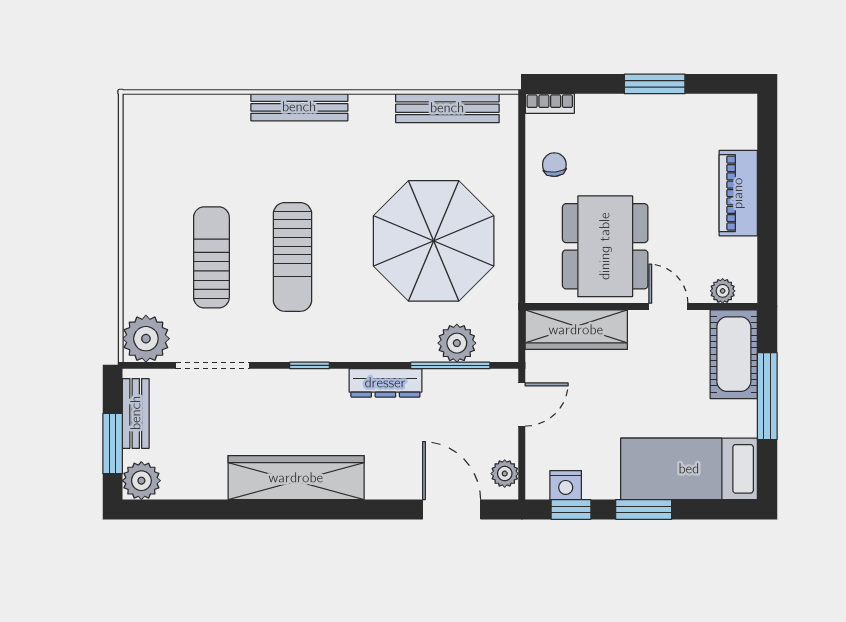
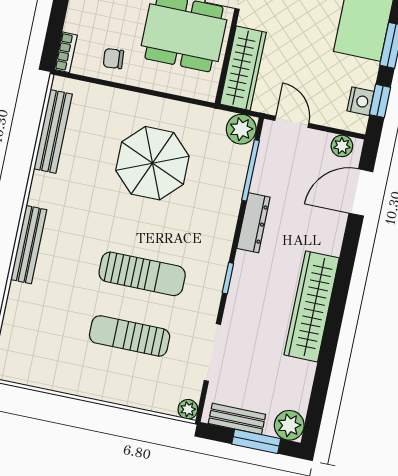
parasol: (434, 241) -> (152, 163), width x0.73, depth x0.73
plant: (146, 339) -> (188, 409), width x0.53, depth x0.53
plant: (457, 343) -> (241, 129), moved

